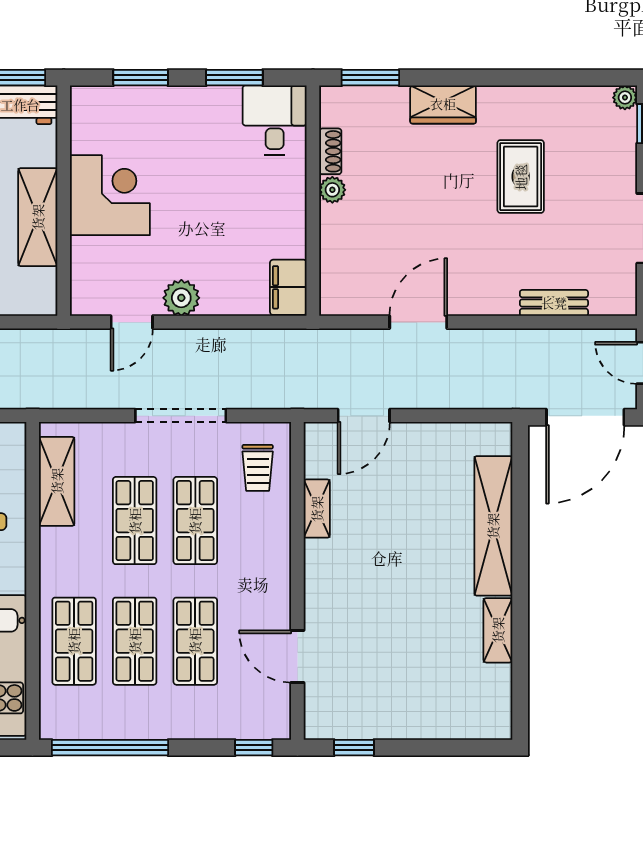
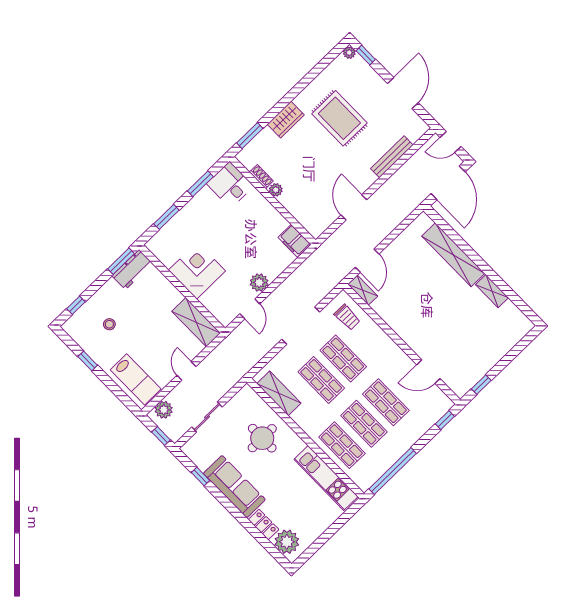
rug: (521, 177) -> (339, 118), width x1.36, depth x1.43
shelving: (38, 217) -> (196, 322), moved
bench: (554, 303) -> (392, 157), width x1.36
shelving: (317, 509) -> (363, 290), moved

